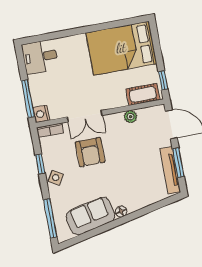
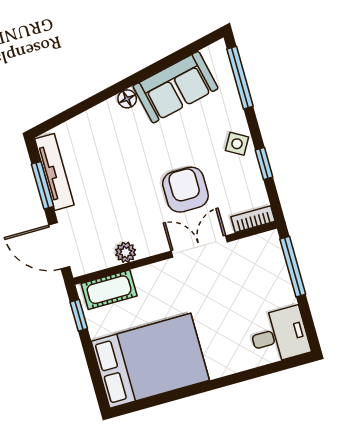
nightstand: (41, 114) -> (269, 244), removed

